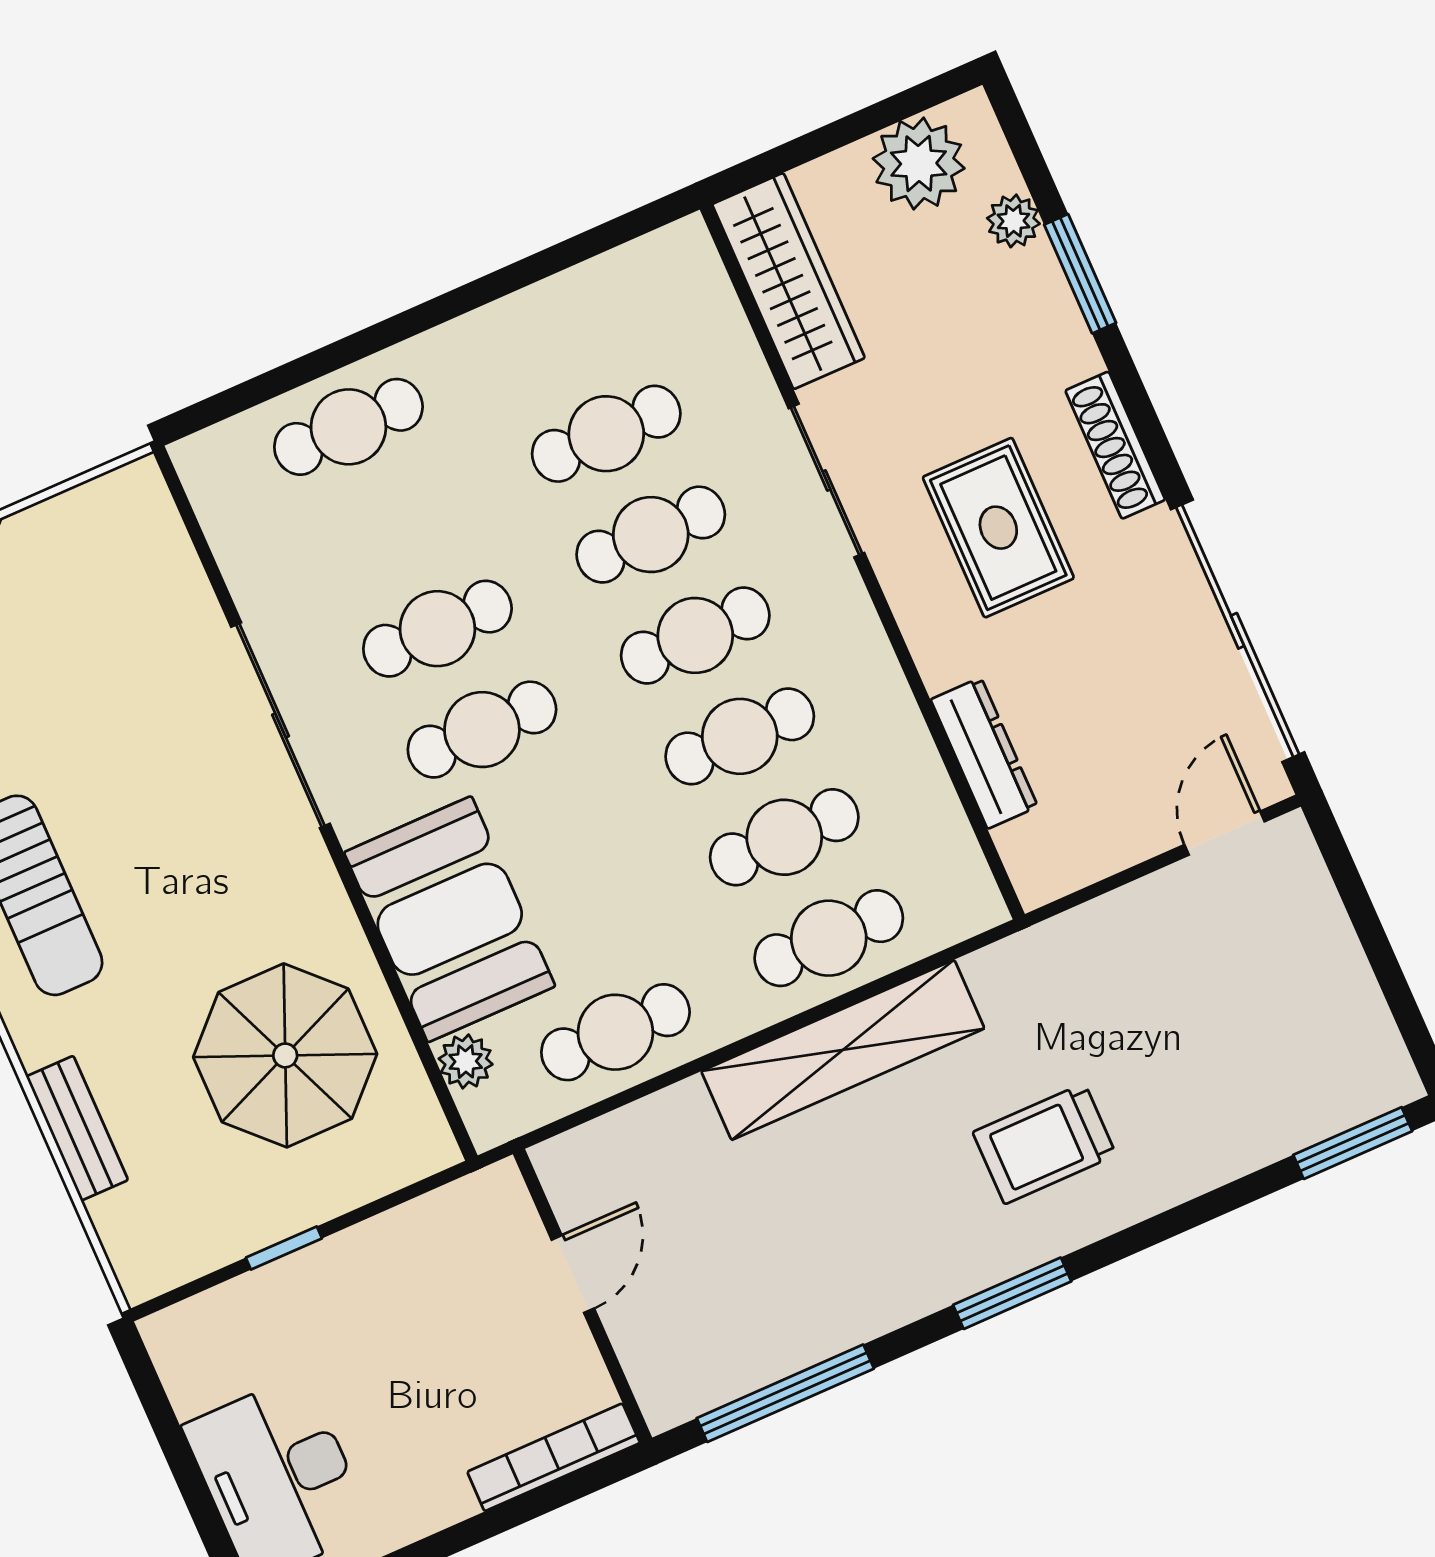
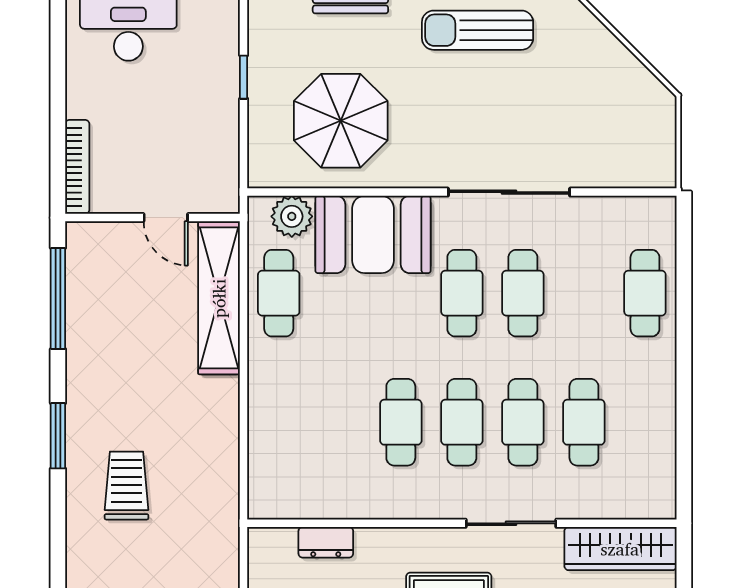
dresser: (984, 753) -> (326, 542), width x0.70
cafe table: (784, 837) -> (340, 422), removed
cafe table: (829, 938) -> (279, 422), removed
shelving: (843, 1050) -> (219, 298), moved
plant: (466, 1061) -> (292, 216), width x1.38, depth x1.38

